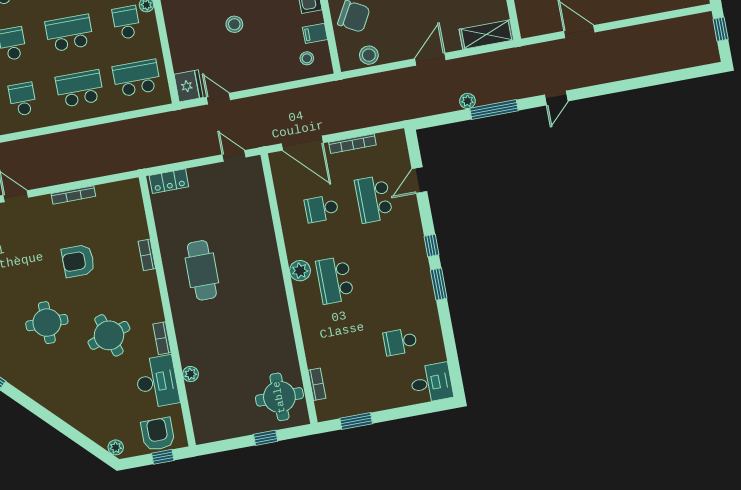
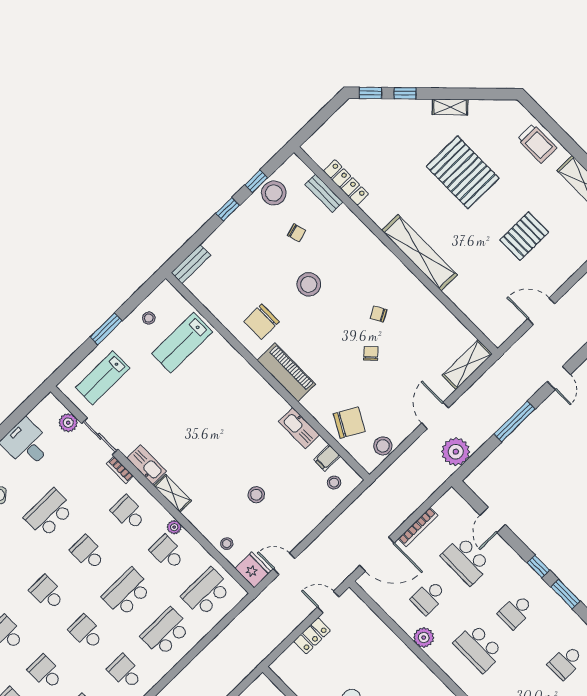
stool: (182, 49) -> (227, 544), added
plant: (467, 101) -> (456, 452), moved, width x1.87, depth x1.87
locker: (169, 181) -> (312, 636), moved
school desk: (387, 270) -> (516, 611), added
plant: (300, 271) -> (424, 638), moved

